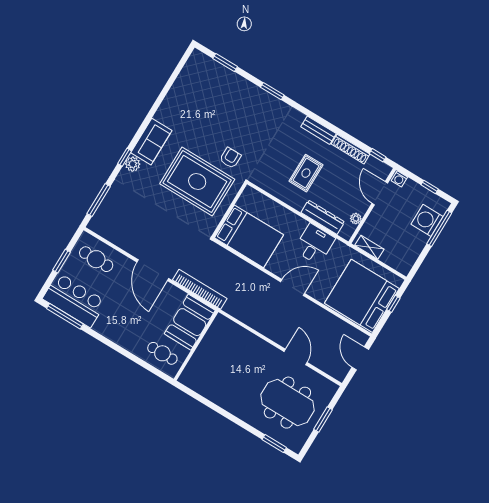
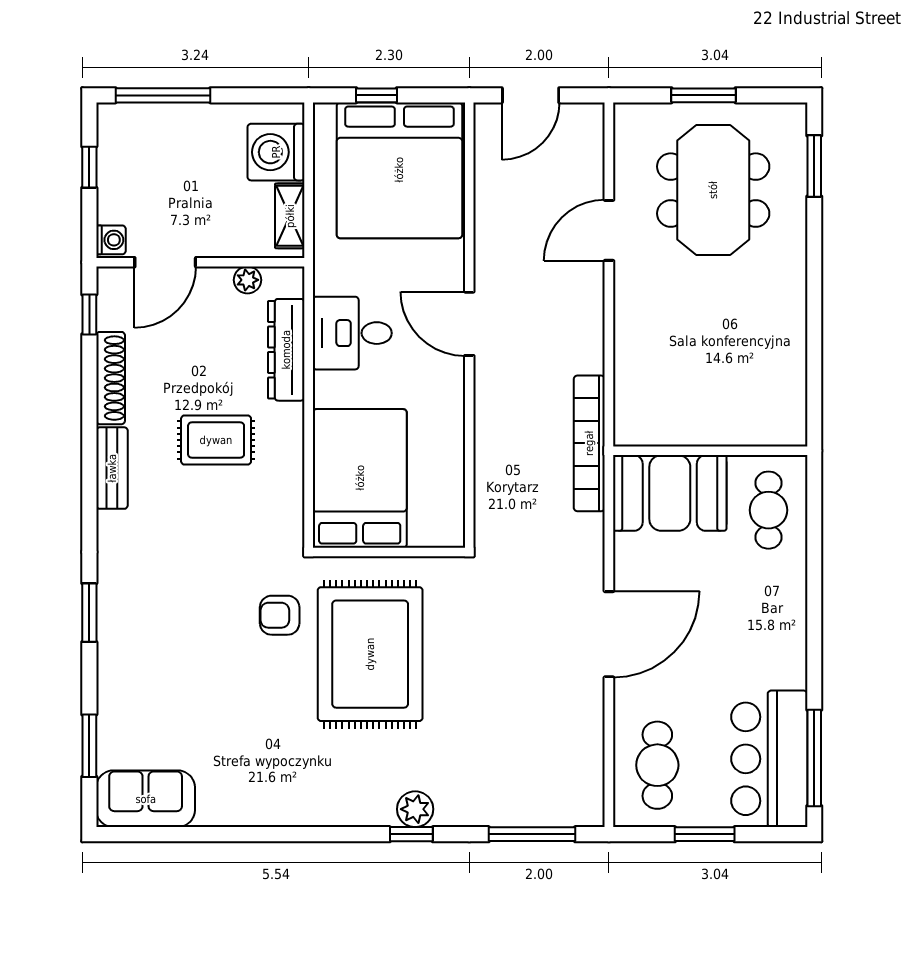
sofa: (151, 142) -> (146, 799), moved
washing machine: (427, 220) -> (276, 152), moved, turned 90
bed: (249, 236) -> (360, 478), moved
bookcase: (200, 289) -> (589, 443), moved

